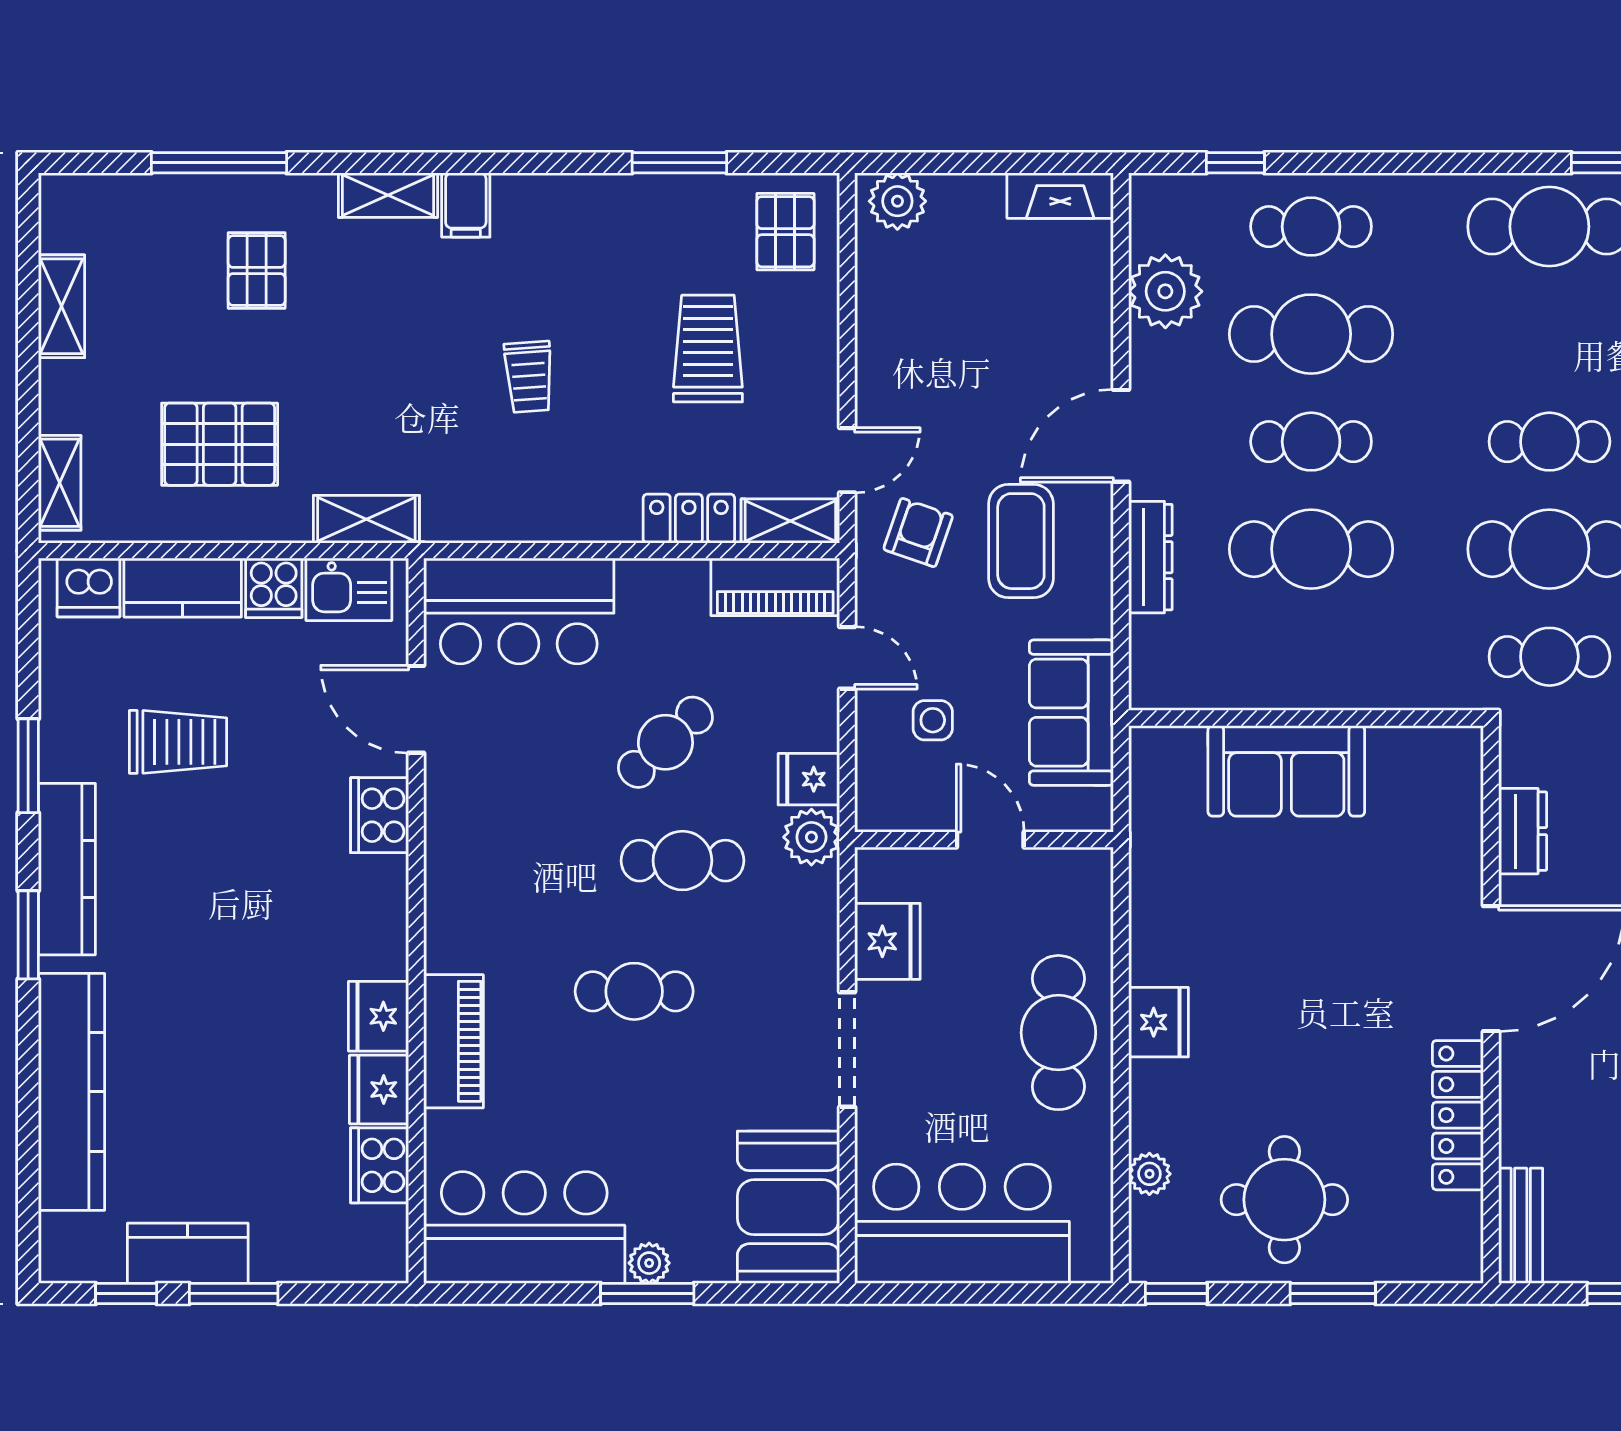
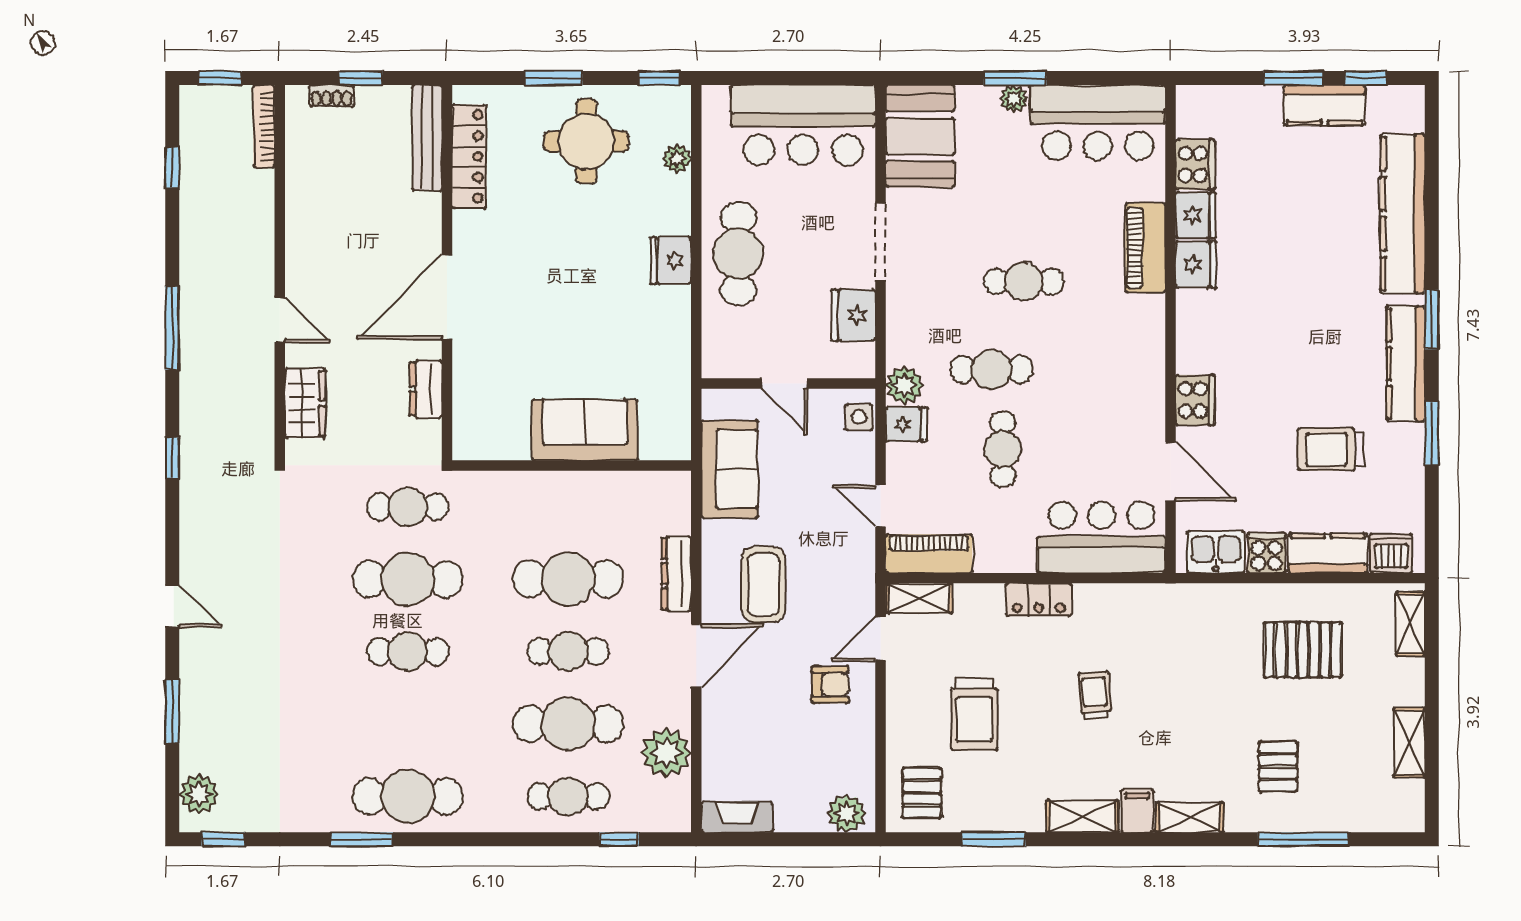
shelving: (366, 519) -> (1083, 816), moved
locker: (689, 519) -> (1039, 600), moved
armchair: (918, 532) -> (830, 685), moved, turned -109
side table: (933, 720) -> (859, 417), moved
cafe table: (665, 742) -> (1003, 449), turned -47
locker: (1458, 1115) -> (469, 157), moved
bench: (1521, 1226) -> (427, 138), width x1.36

